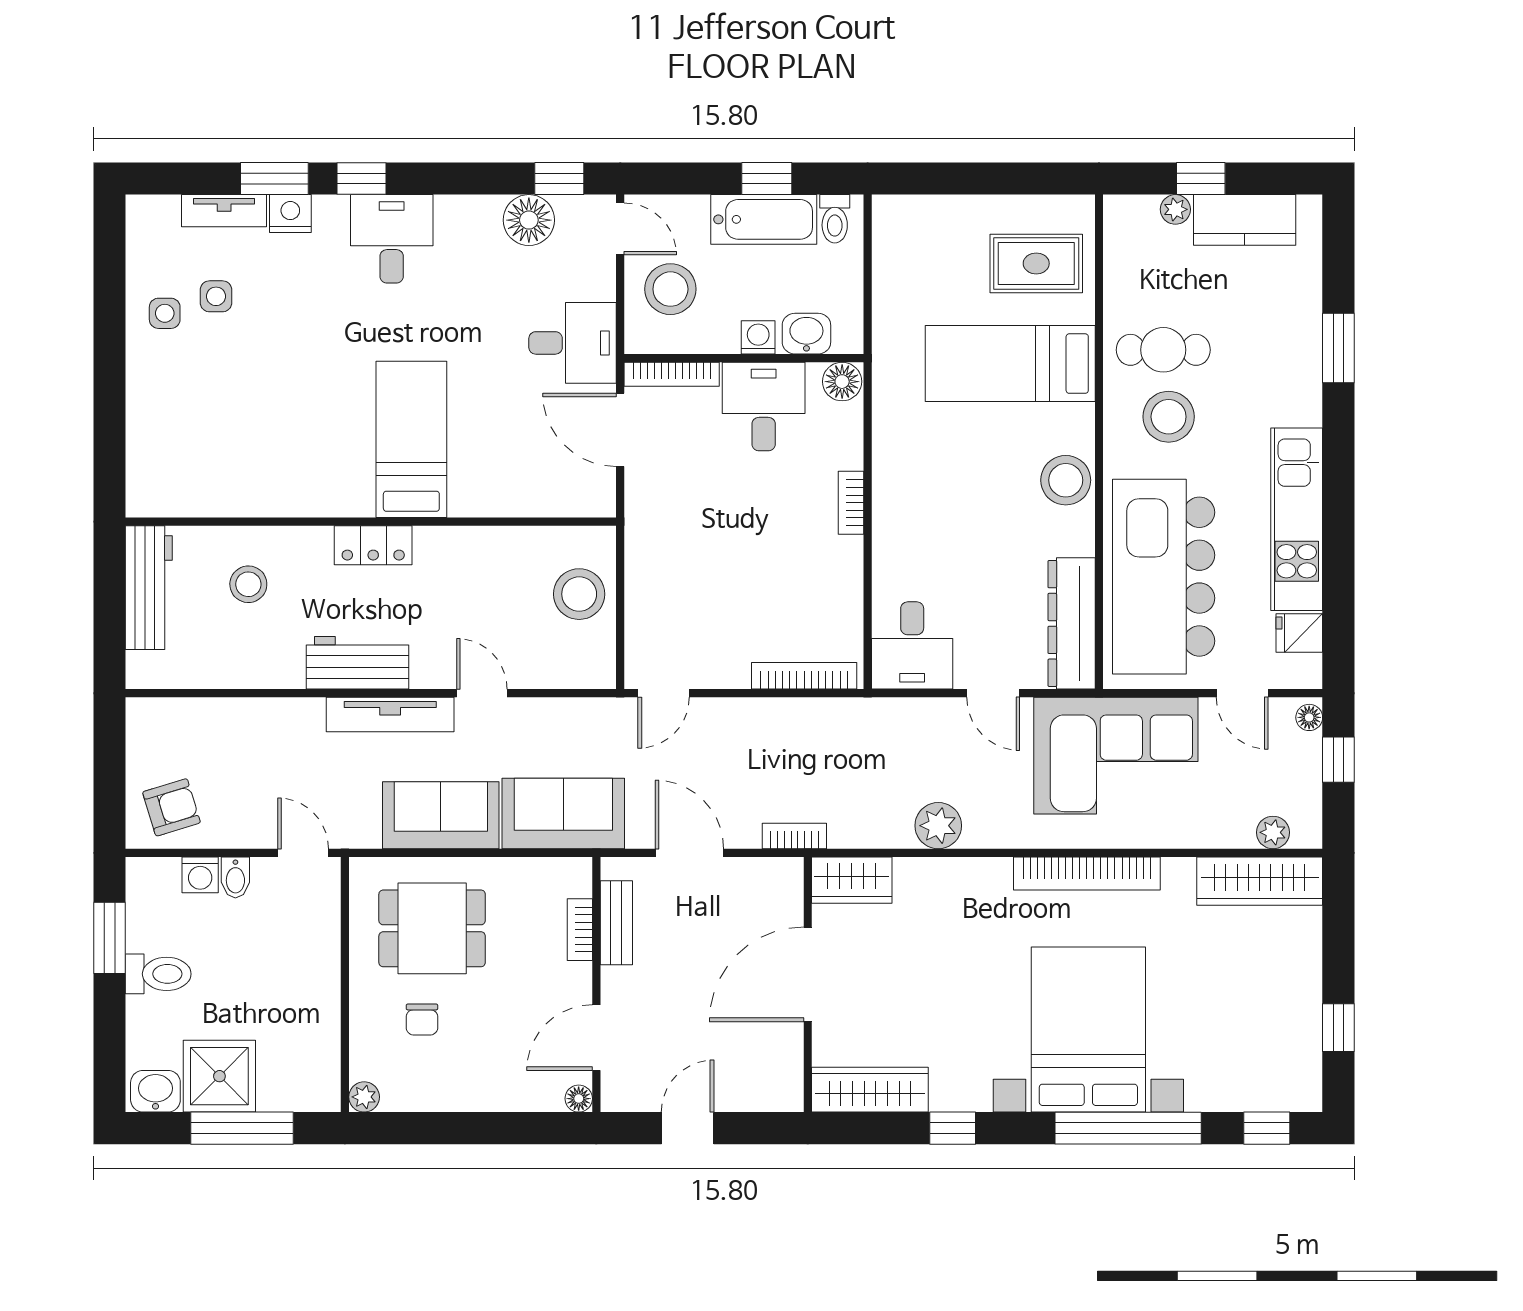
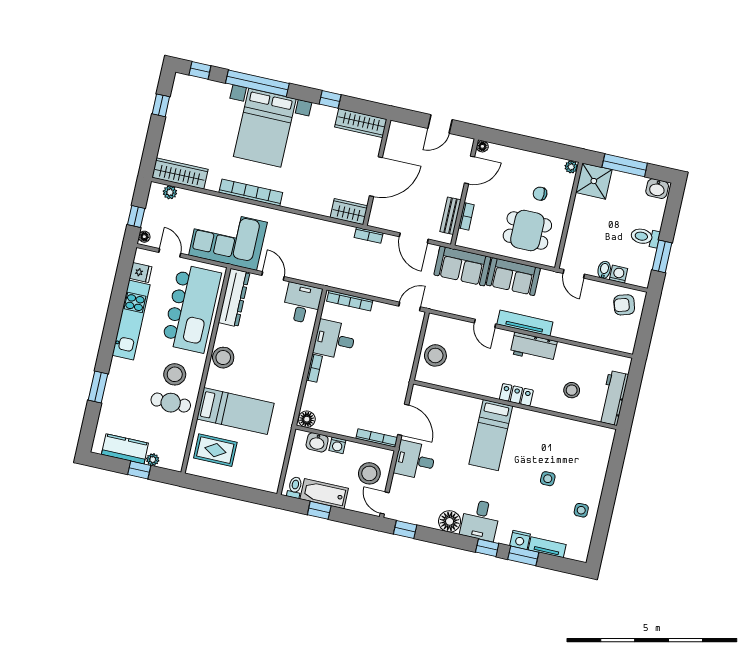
floor lamp: (529, 220) -> (450, 521), moved
side table: (216, 296) -> (548, 479), moved
desk: (764, 407) -> (335, 340), moved, turned 90
plant: (938, 826) -> (308, 226), removed
chair: (422, 1019) -> (540, 194), turned -90
shower: (219, 1076) -> (594, 181), moved

